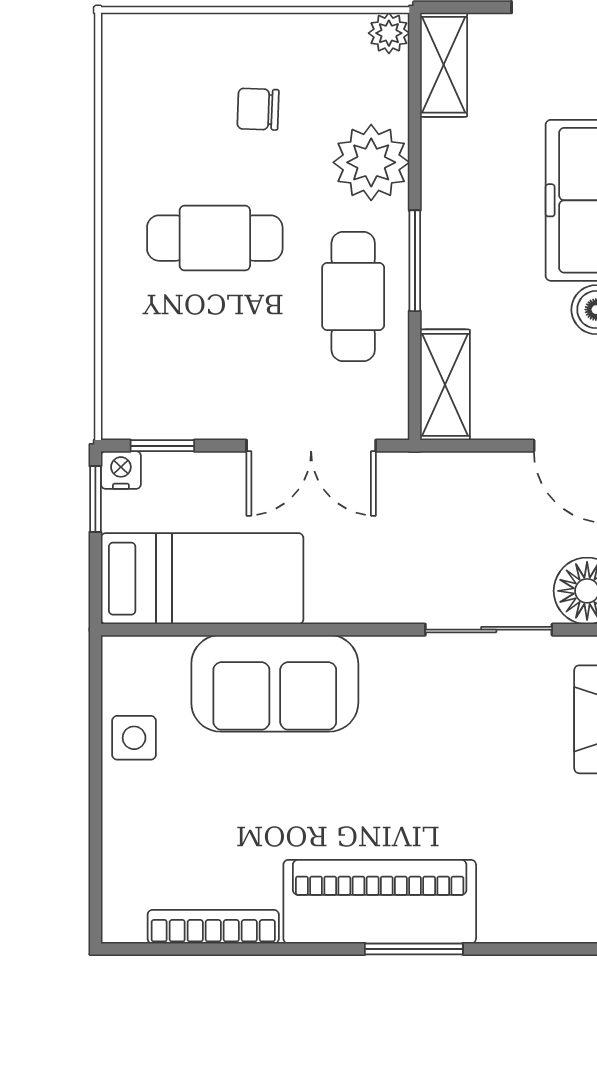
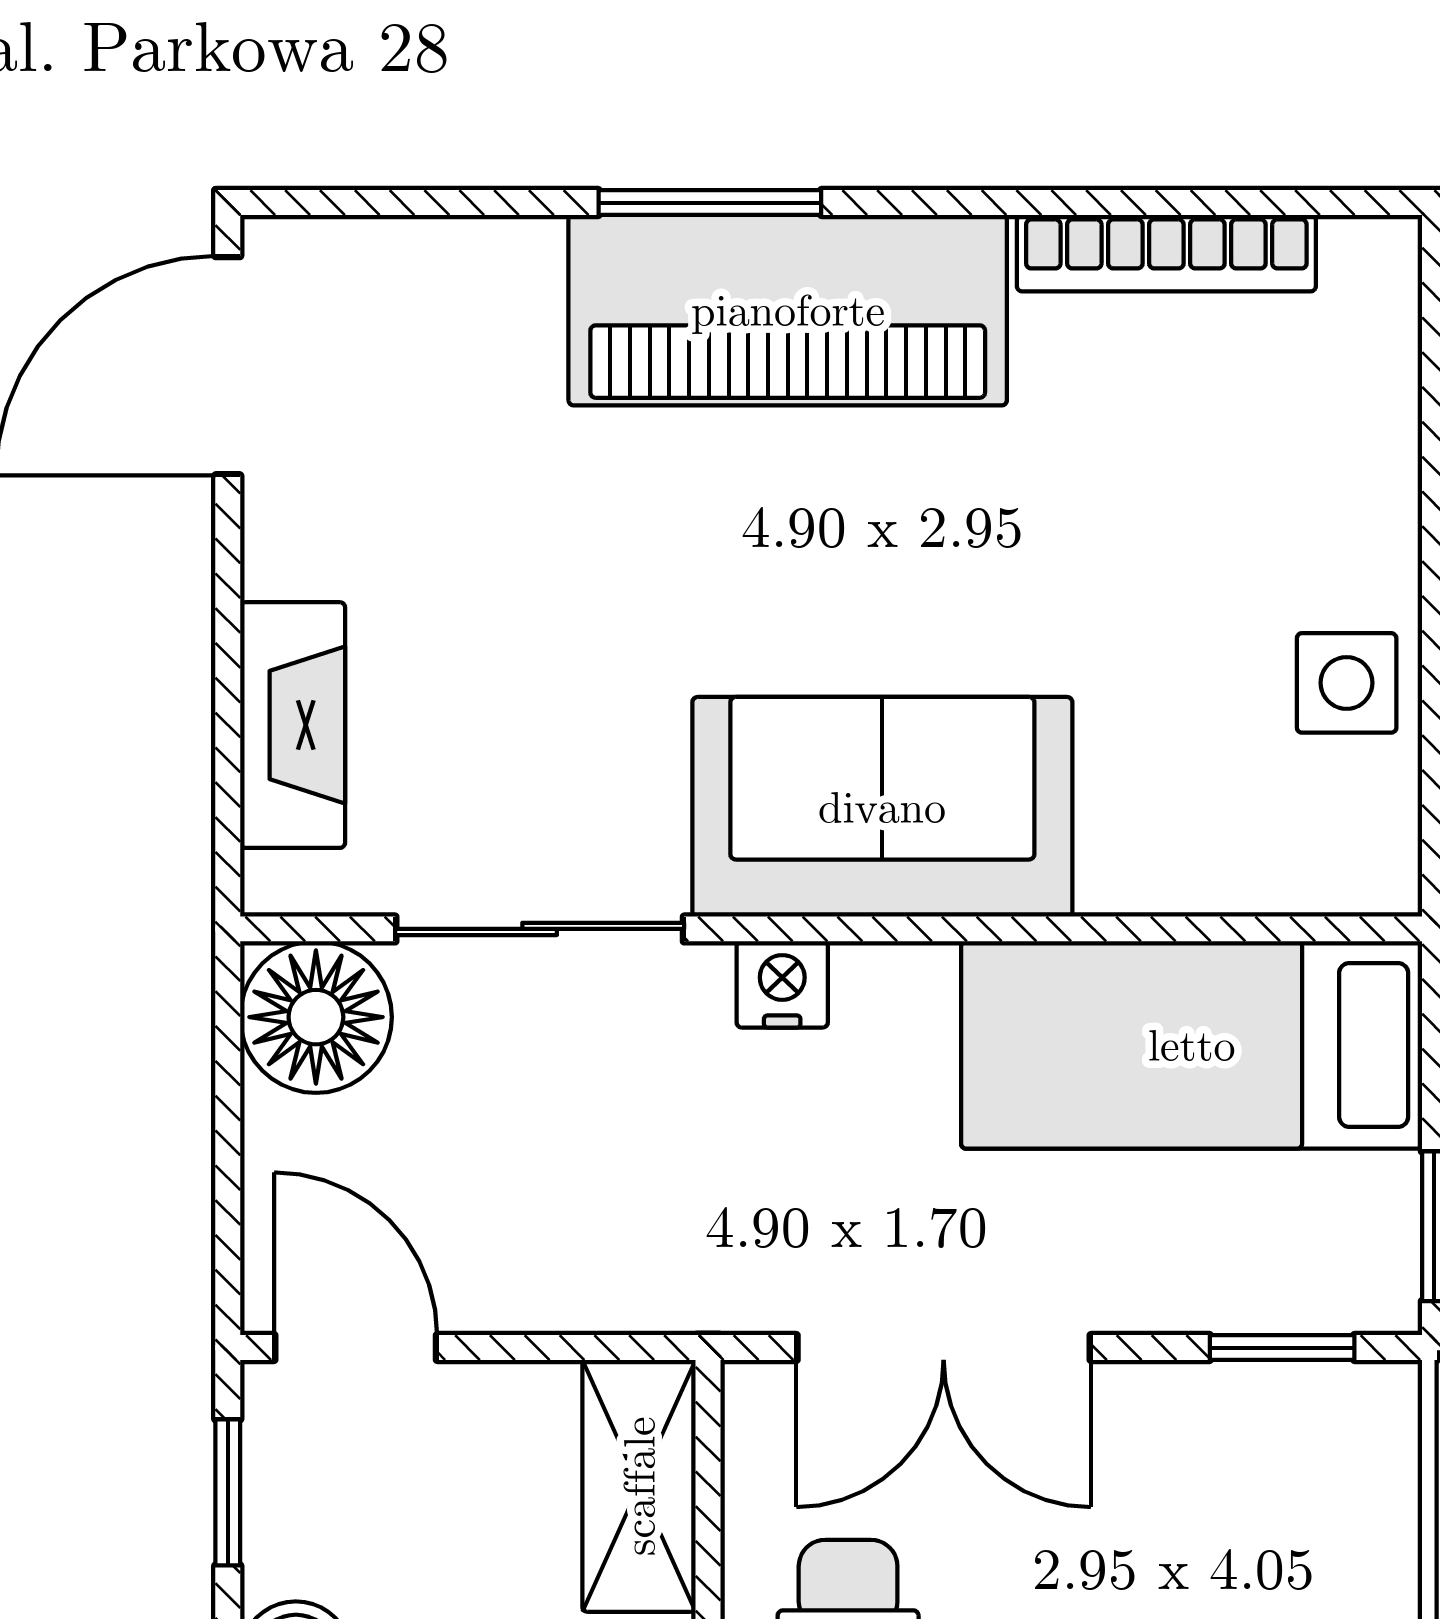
double door: (311, 446) -> (944, 1348), swing flipped
nightstand: (121, 470) -> (782, 984), moved, turned 180
sofa: (275, 683) -> (882, 807), moved

